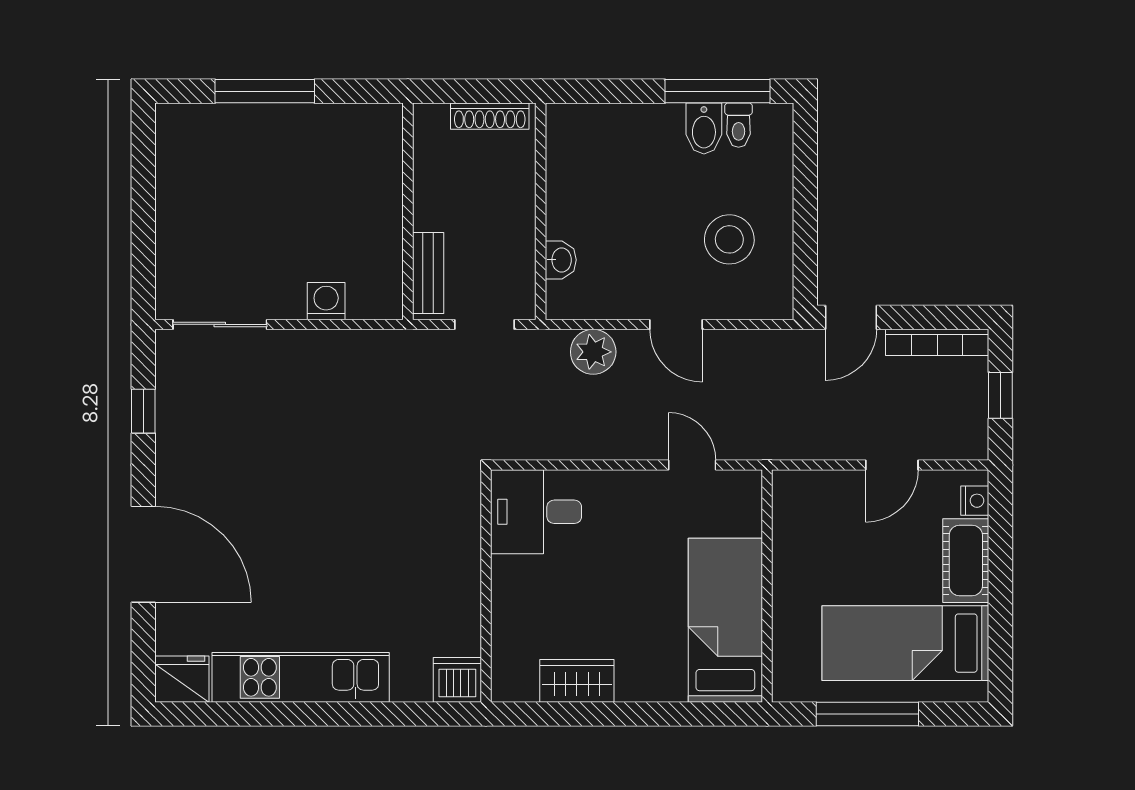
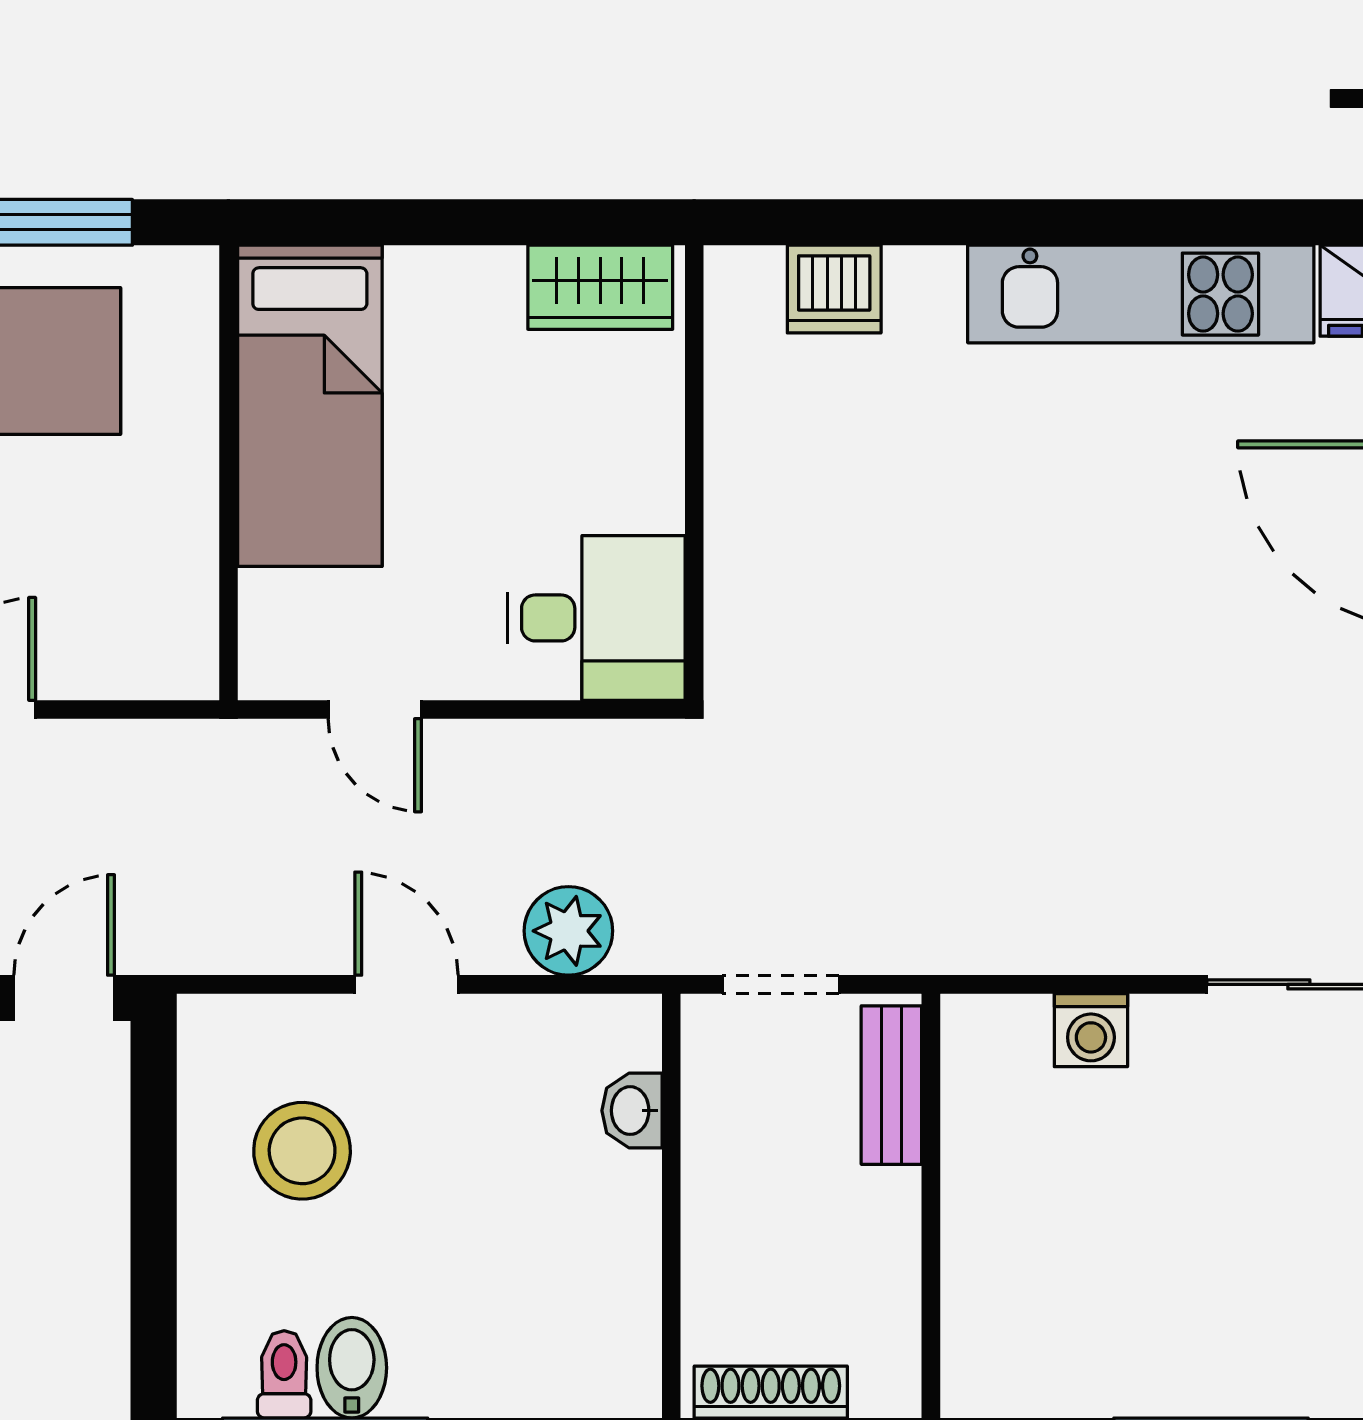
desk: (536, 512) -> (596, 618), moved
wall: (486, 586) -> (694, 473), moved

